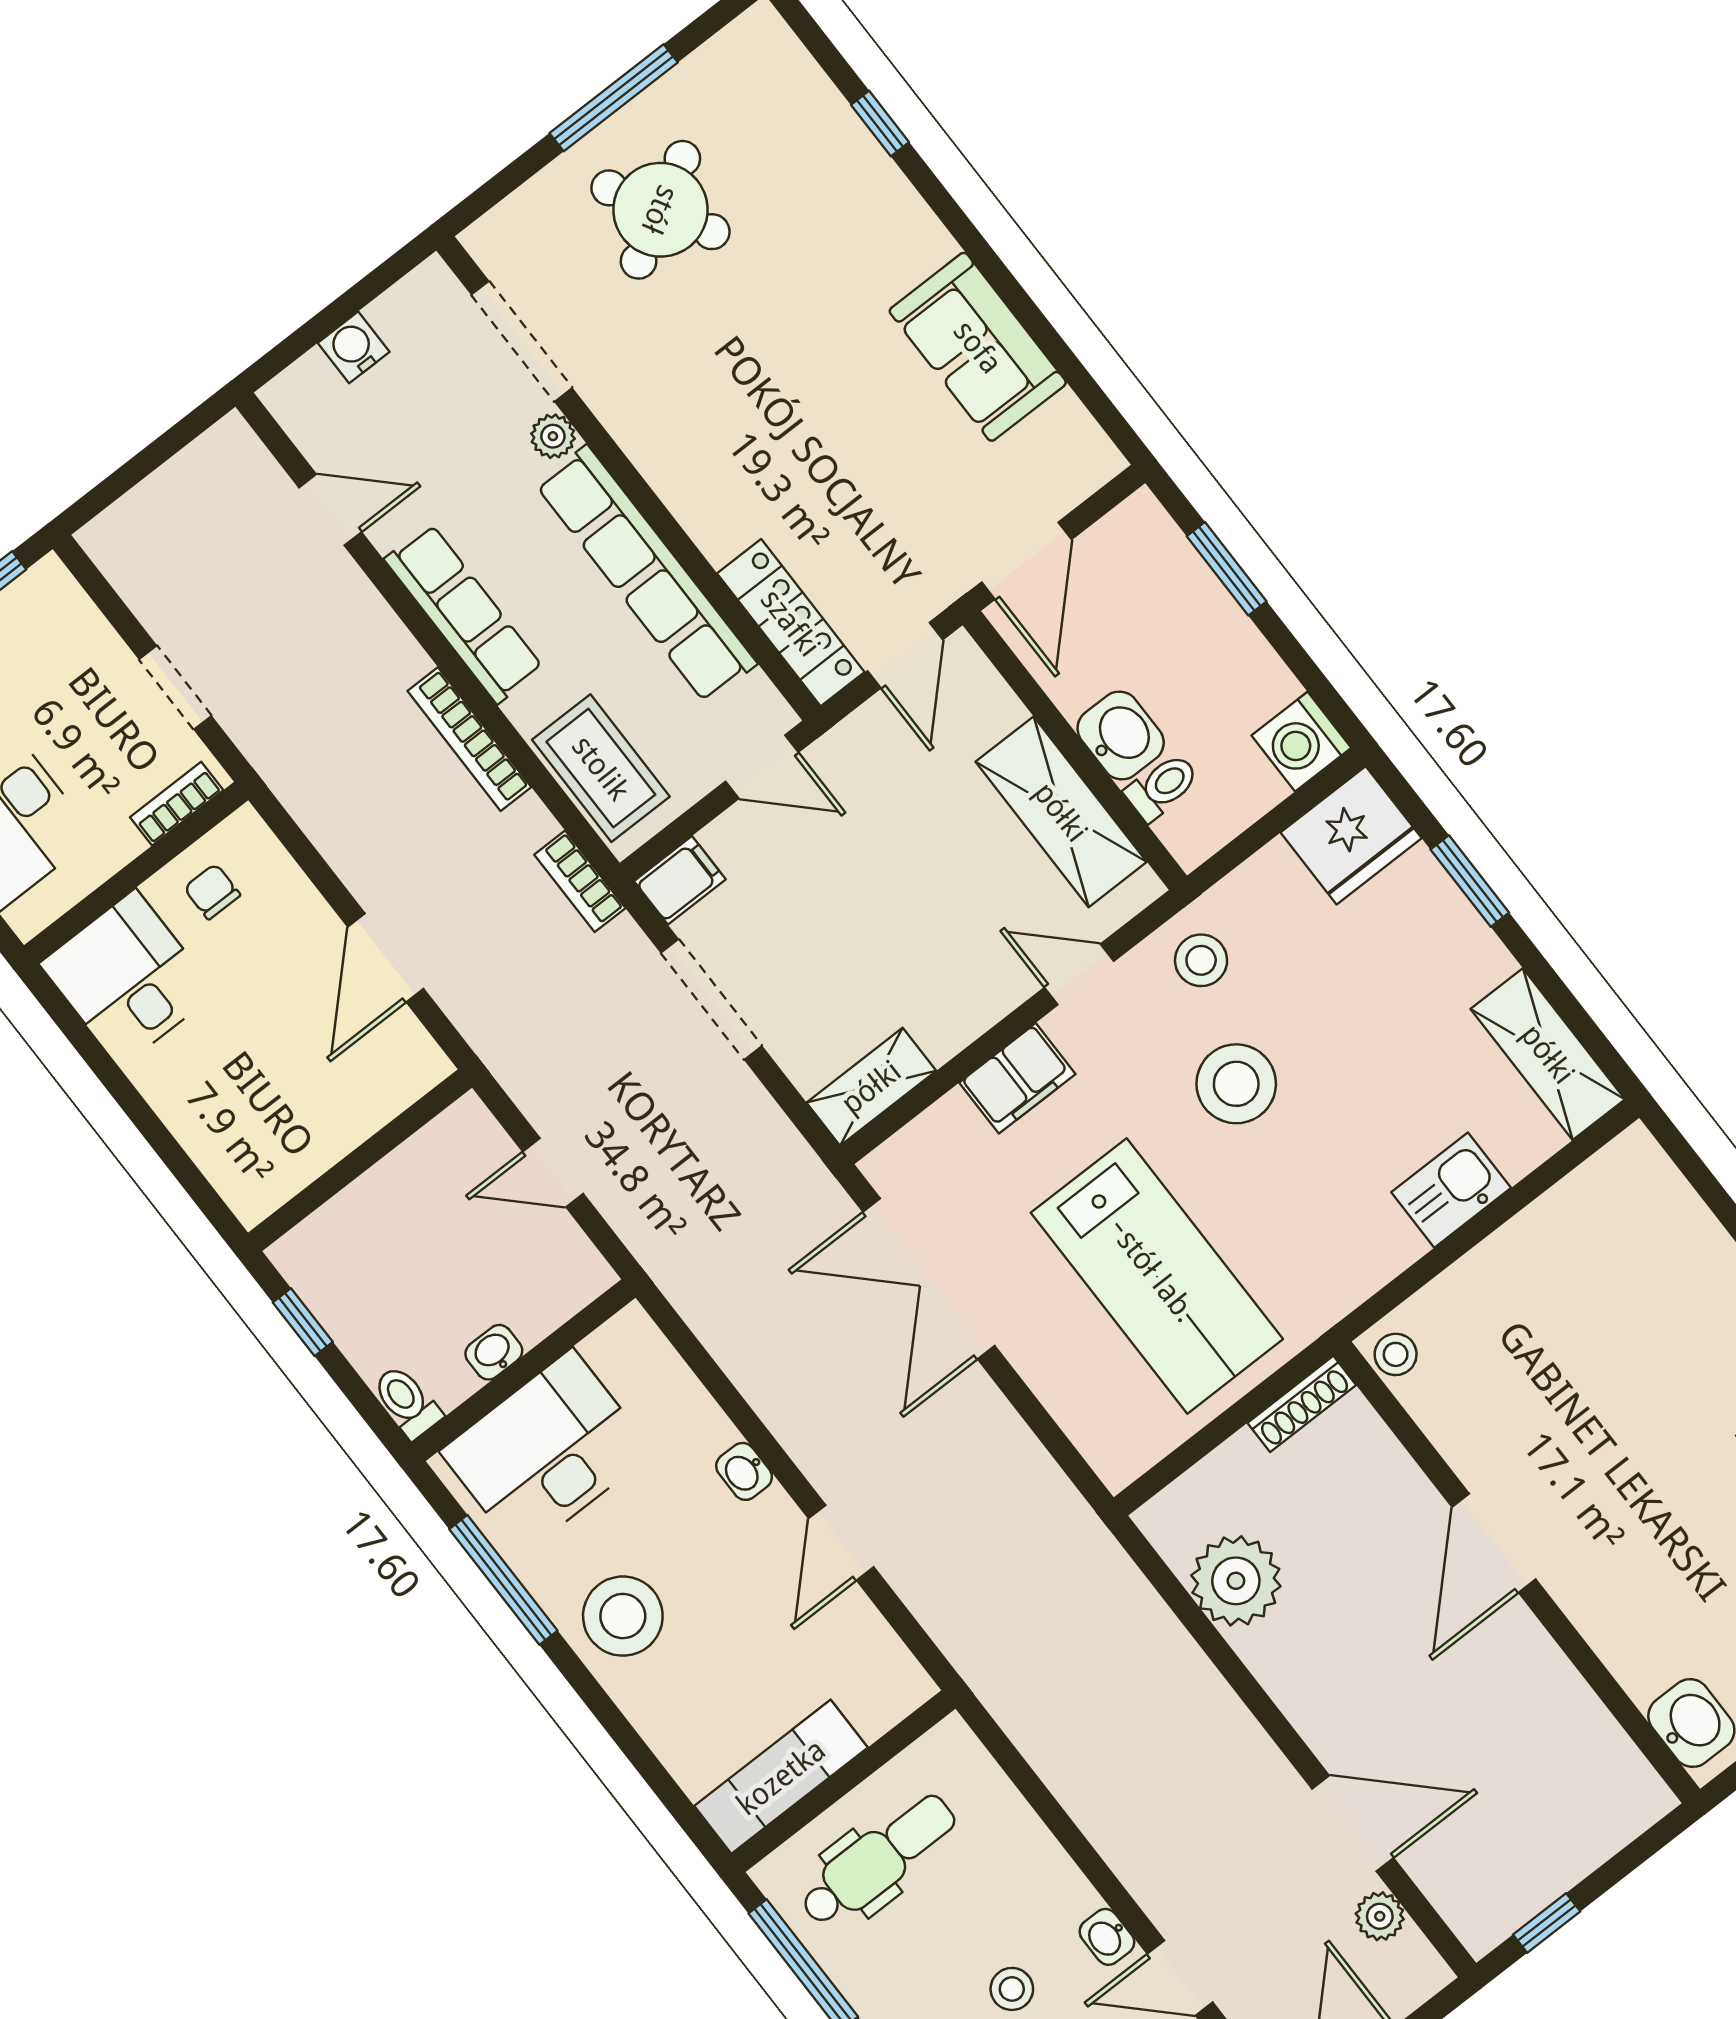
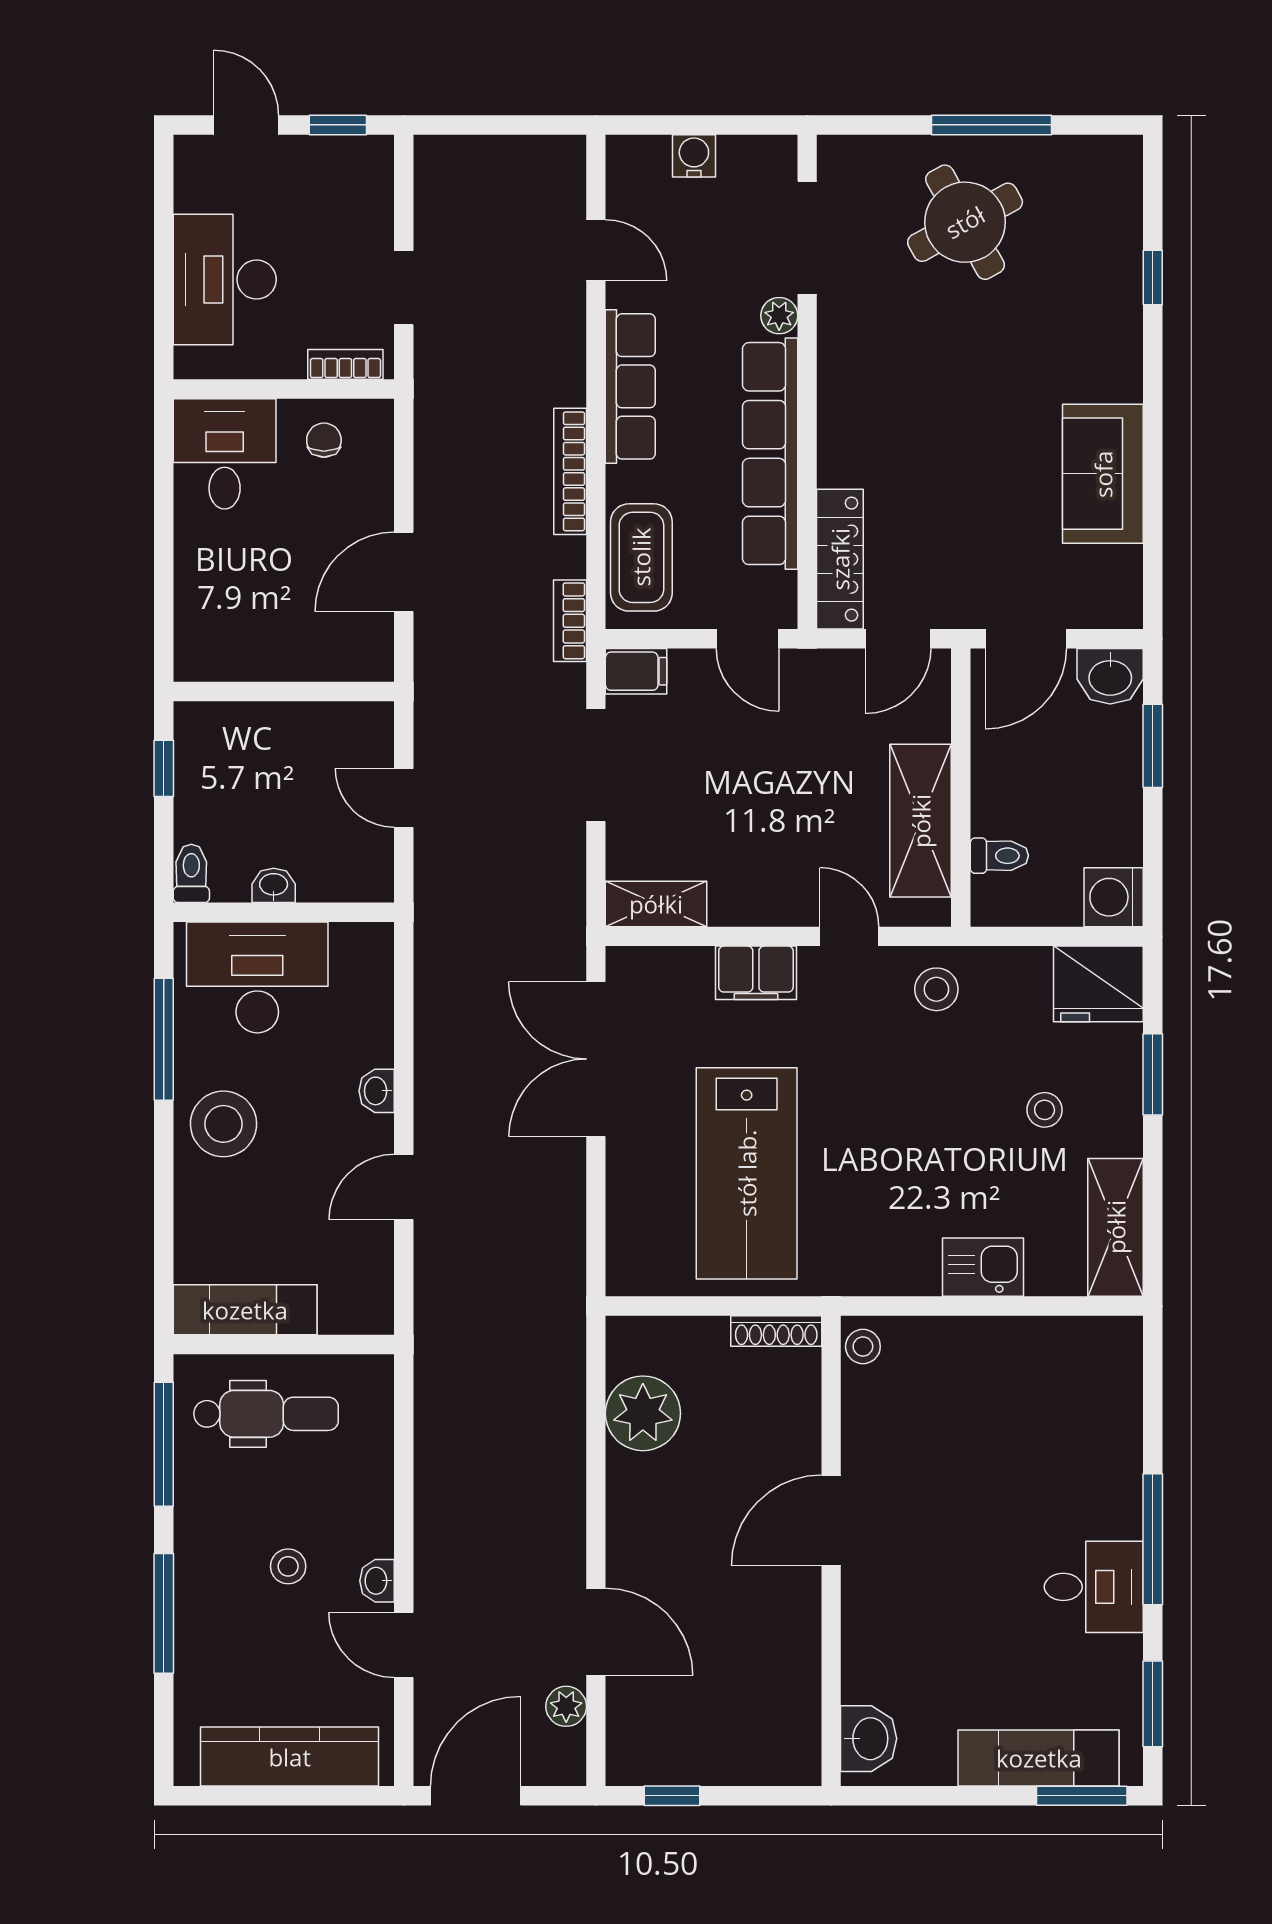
washbasin: (1121, 736) -> (1110, 676), moved, turned 90
stool: (1236, 1084) -> (1045, 1110), moved, width x0.53, depth x0.53

